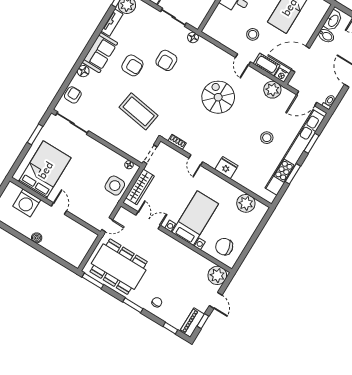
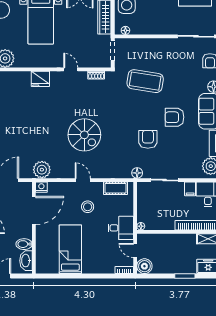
cot: (267, 64) -> (115, 188), moved
stool: (267, 138) -> (22, 126), removed

